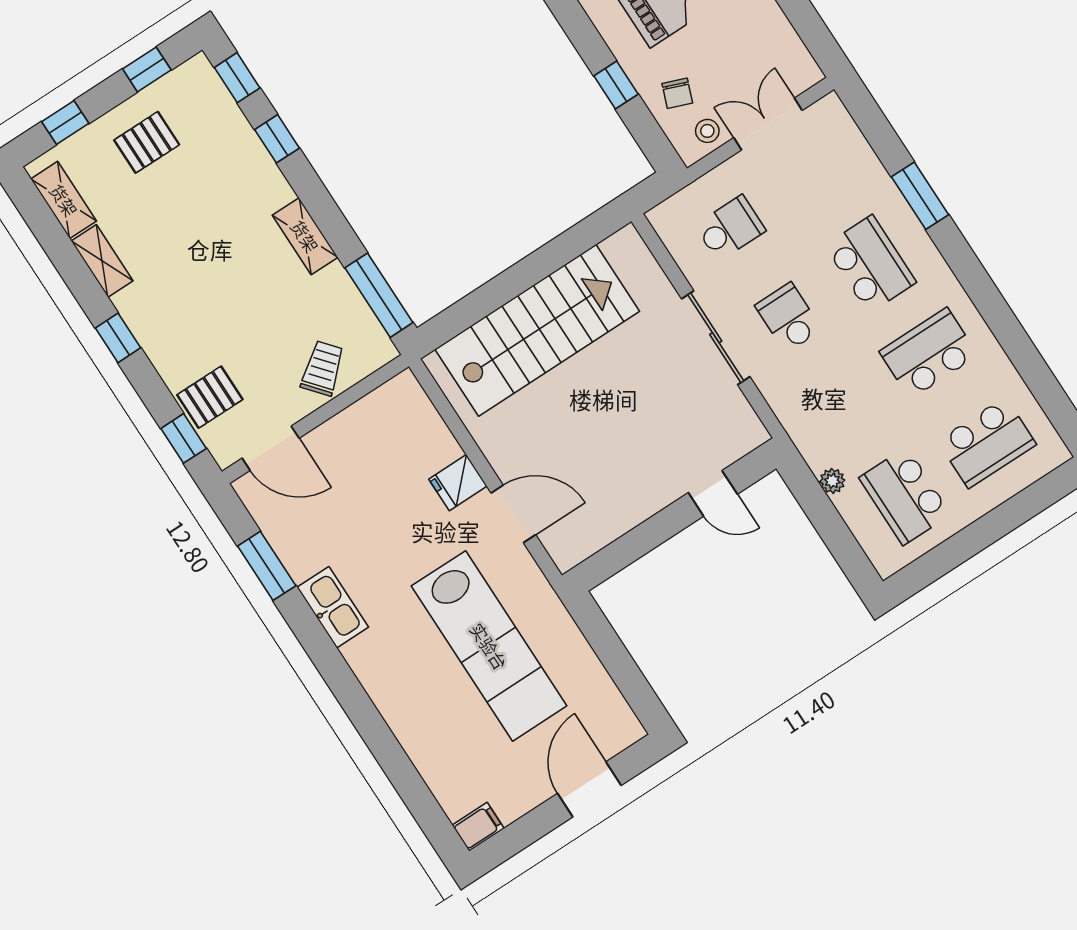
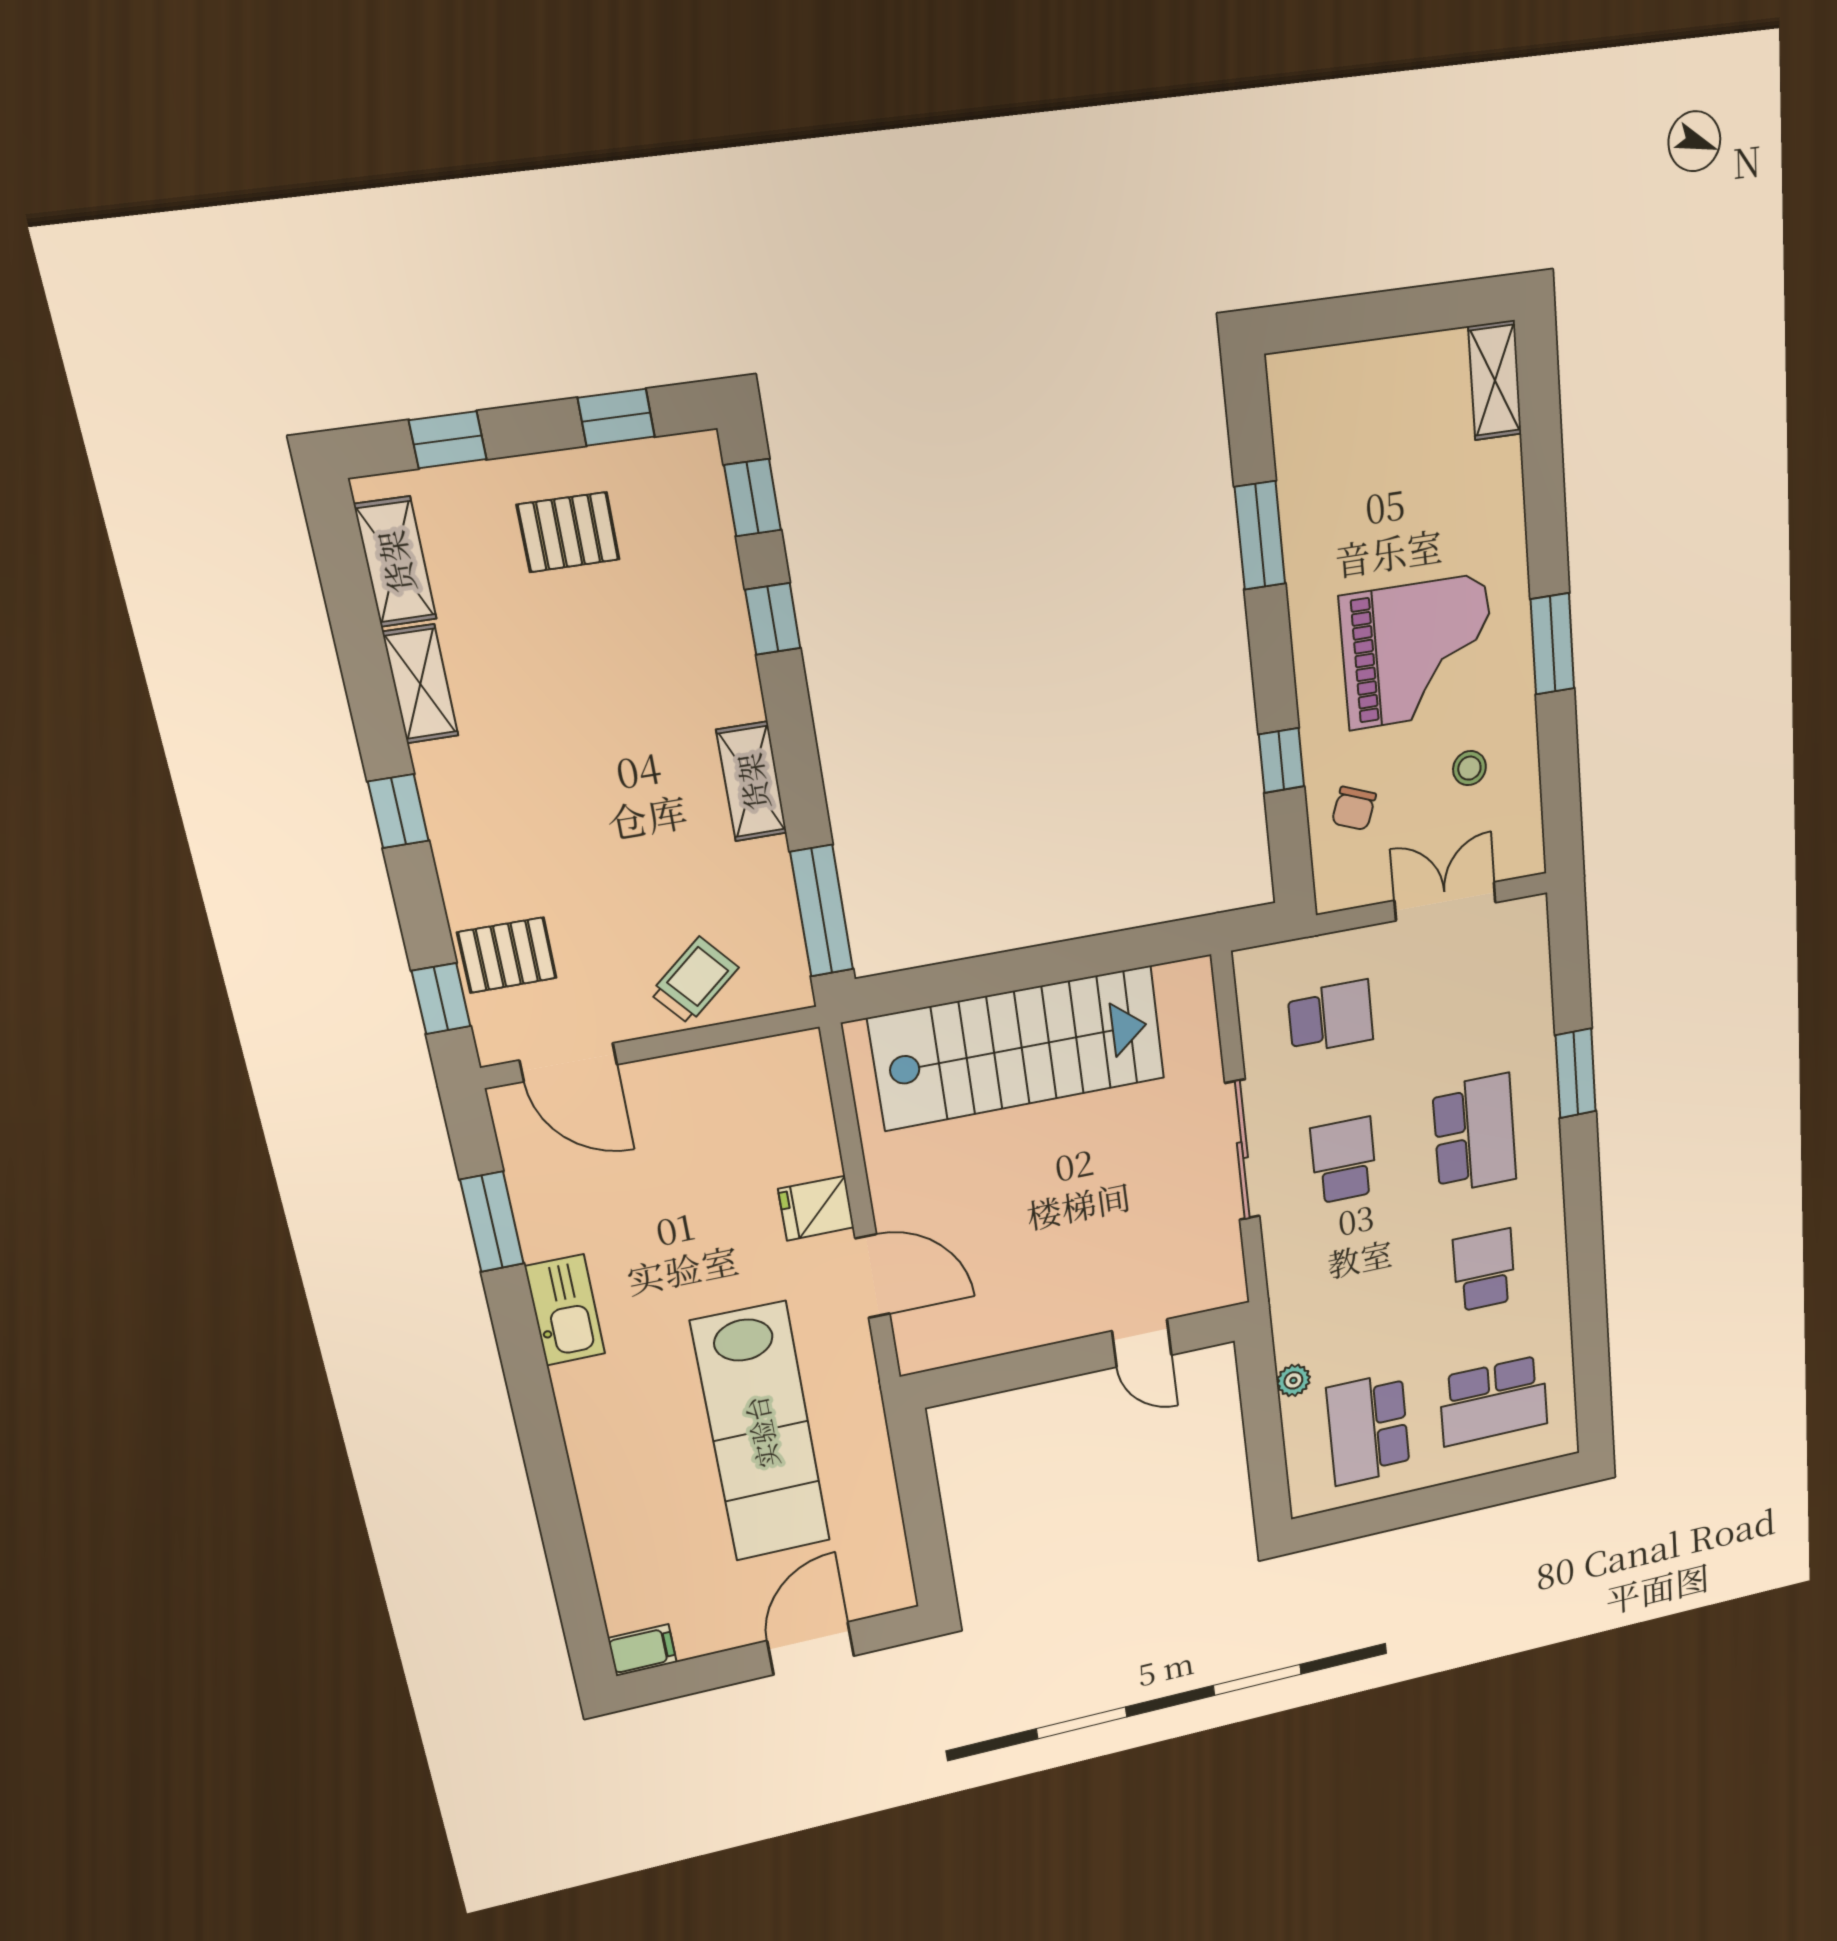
stool: (707, 131) -> (1469, 768), moved
school desk: (929, 353) -> (1484, 1270), width x0.54

